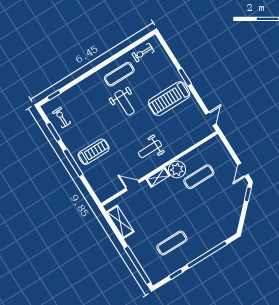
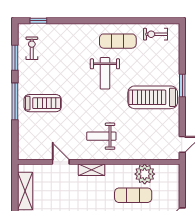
plant: (177, 169) -> (145, 174), moved

